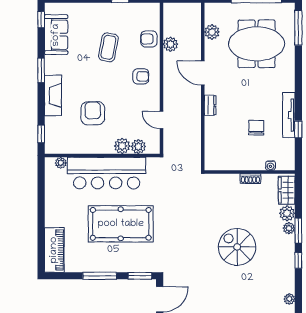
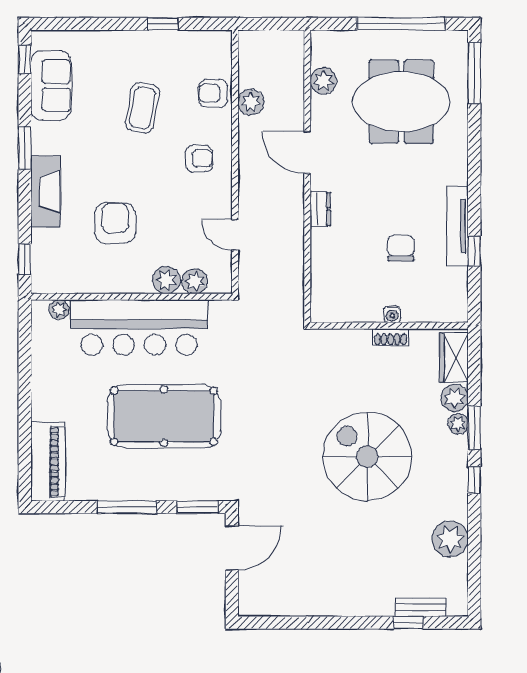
water cooler: (270, 166) -> (392, 314), moved
spiral stairs: (237, 247) -> (367, 457), width x1.37, depth x1.37
plant: (289, 299) -> (450, 539), width x1.88, depth x1.88

